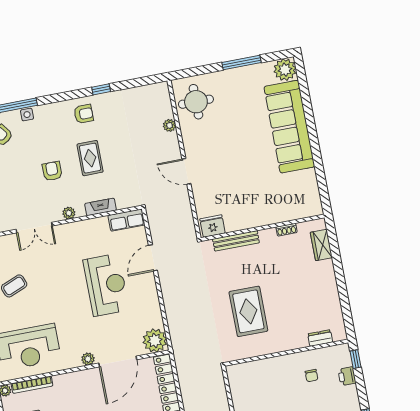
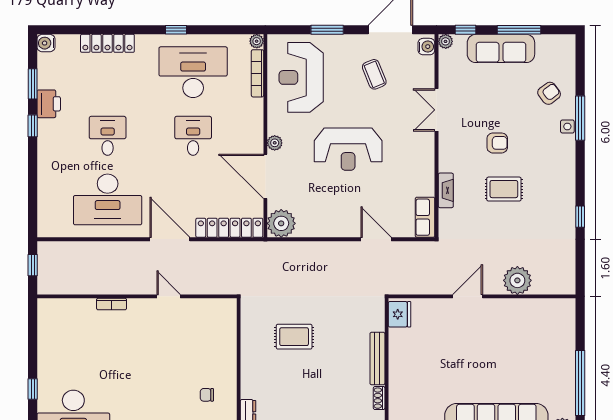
window: (241, 63) -> (580, 383), width x1.46
round table: (196, 102) -> (545, 322), removed
armchair: (84, 114) -> (556, 191), removed
plant: (169, 125) -> (517, 280), width x1.88, depth x1.88
plant: (69, 213) -> (446, 153), removed
bench: (236, 241) -> (377, 359), moved
reception desk: (106, 285) -> (348, 149), moved
rug: (248, 311) -> (294, 337), width x0.73, depth x0.70

